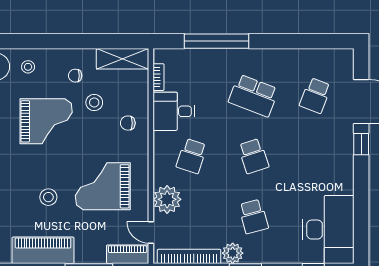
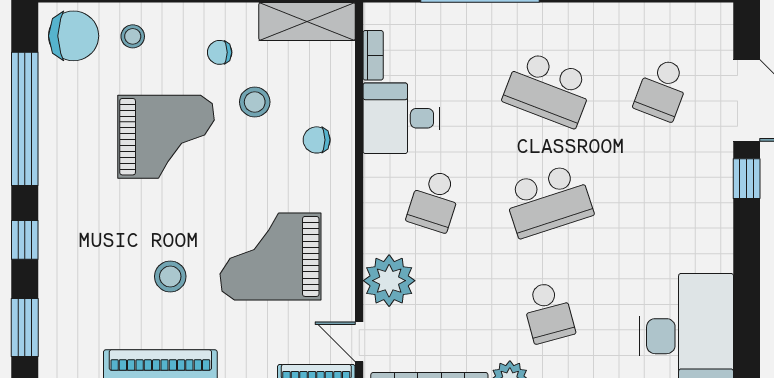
school desk: (253, 156) -> (548, 201), width x1.85

